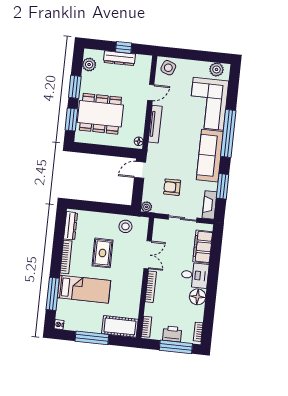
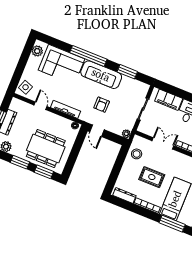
dining table: (100, 114) -> (46, 149), turned 90
armchair: (172, 187) -> (102, 105), moved
fireplace: (210, 205) -> (138, 86), removed

